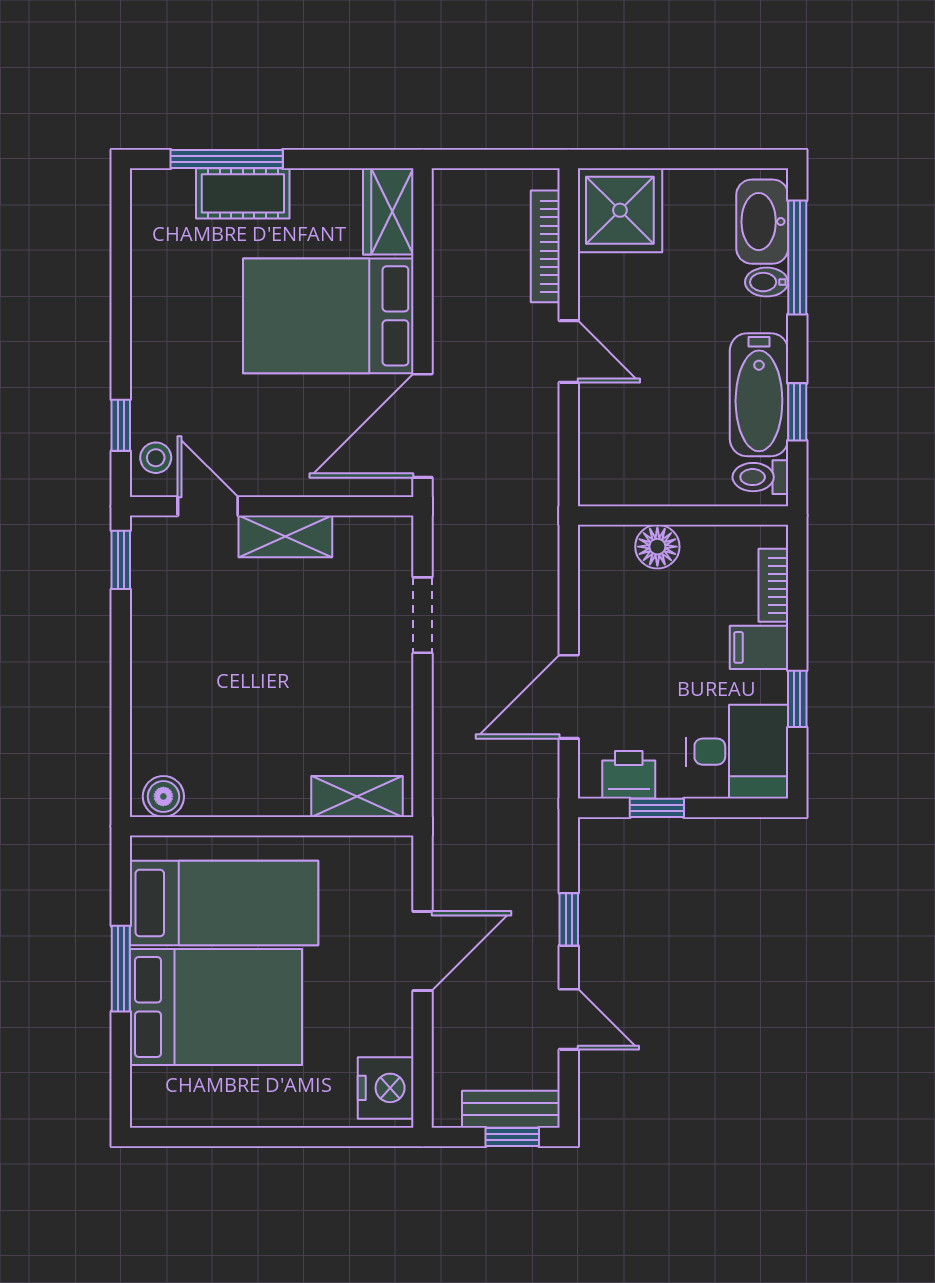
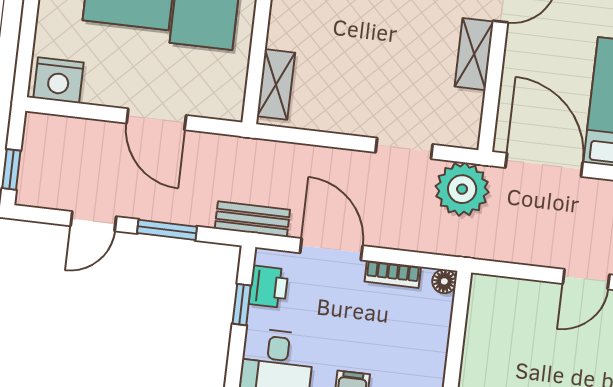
plant: (468, 531) -> (462, 189), added
floor lamp: (657, 547) -> (444, 281), moved, width x0.73, depth x0.73
bookcase: (592, 611) -> (393, 274), added
window: (569, 919) -> (167, 230), width x1.50
bench: (511, 1109) -> (252, 219), moved, turned 90

